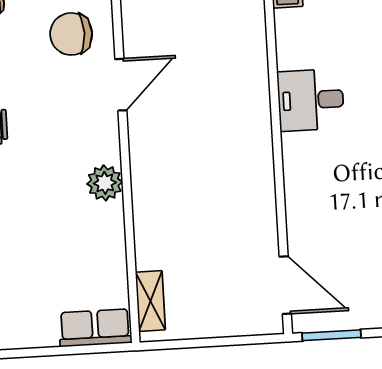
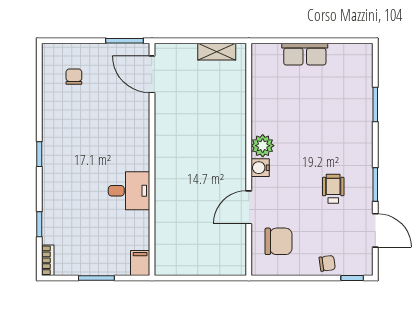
water cooler: (107, 148) -> (260, 168), added
shelving: (150, 301) -> (217, 52), moved, turned 90
row of seats: (95, 328) -> (305, 54), moved

